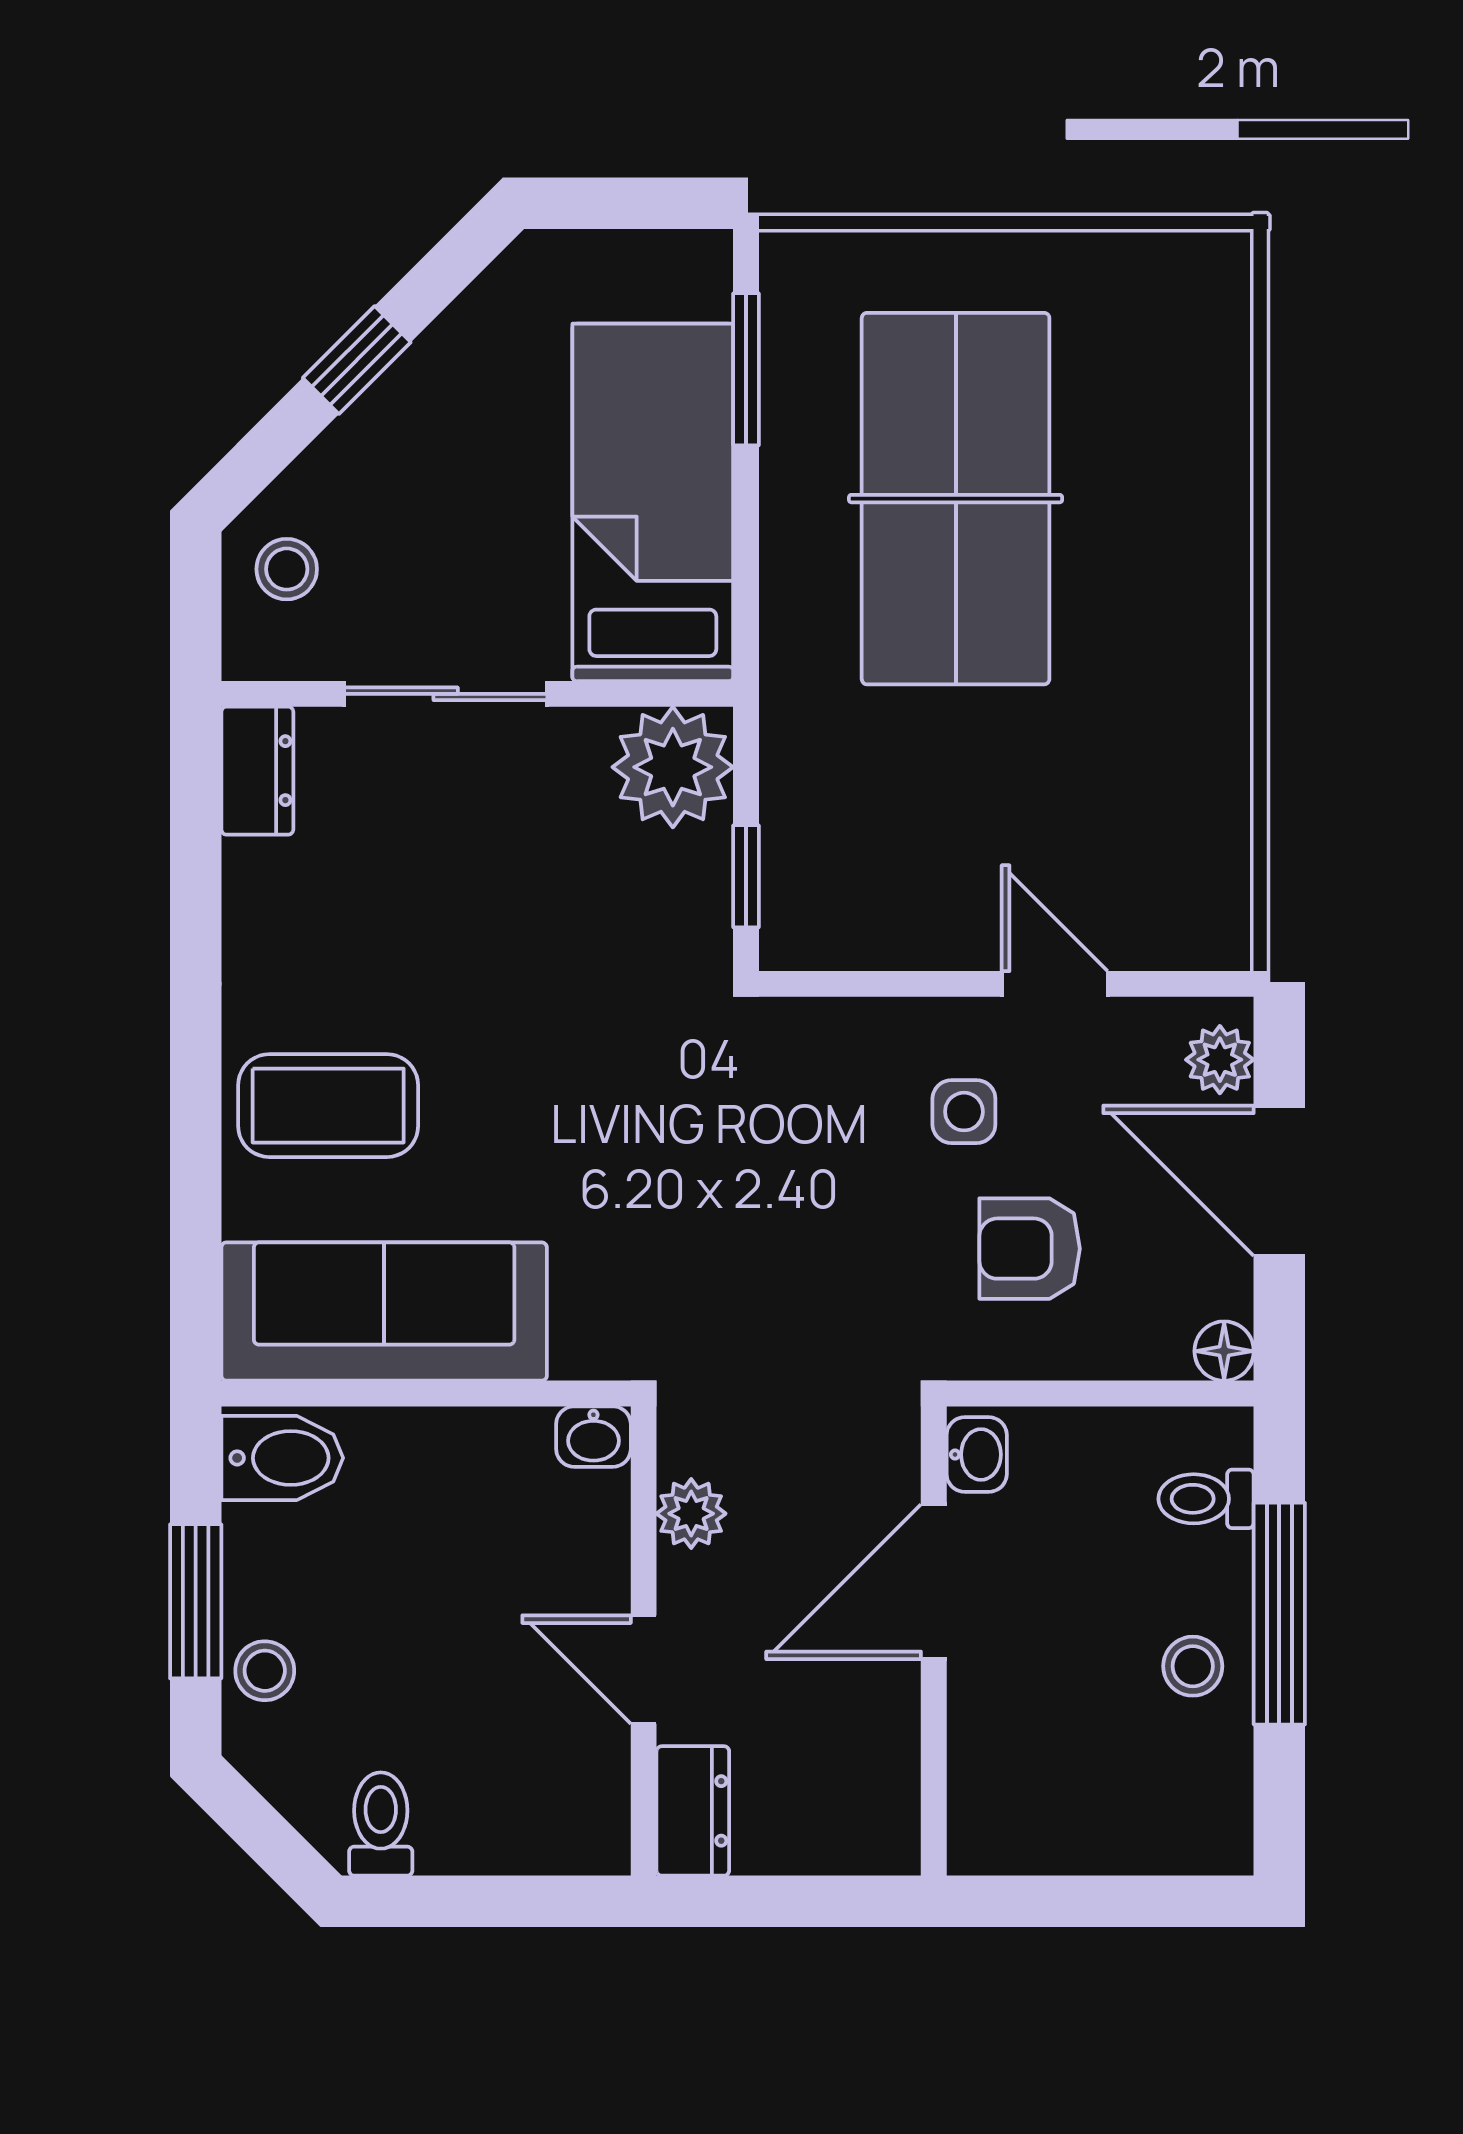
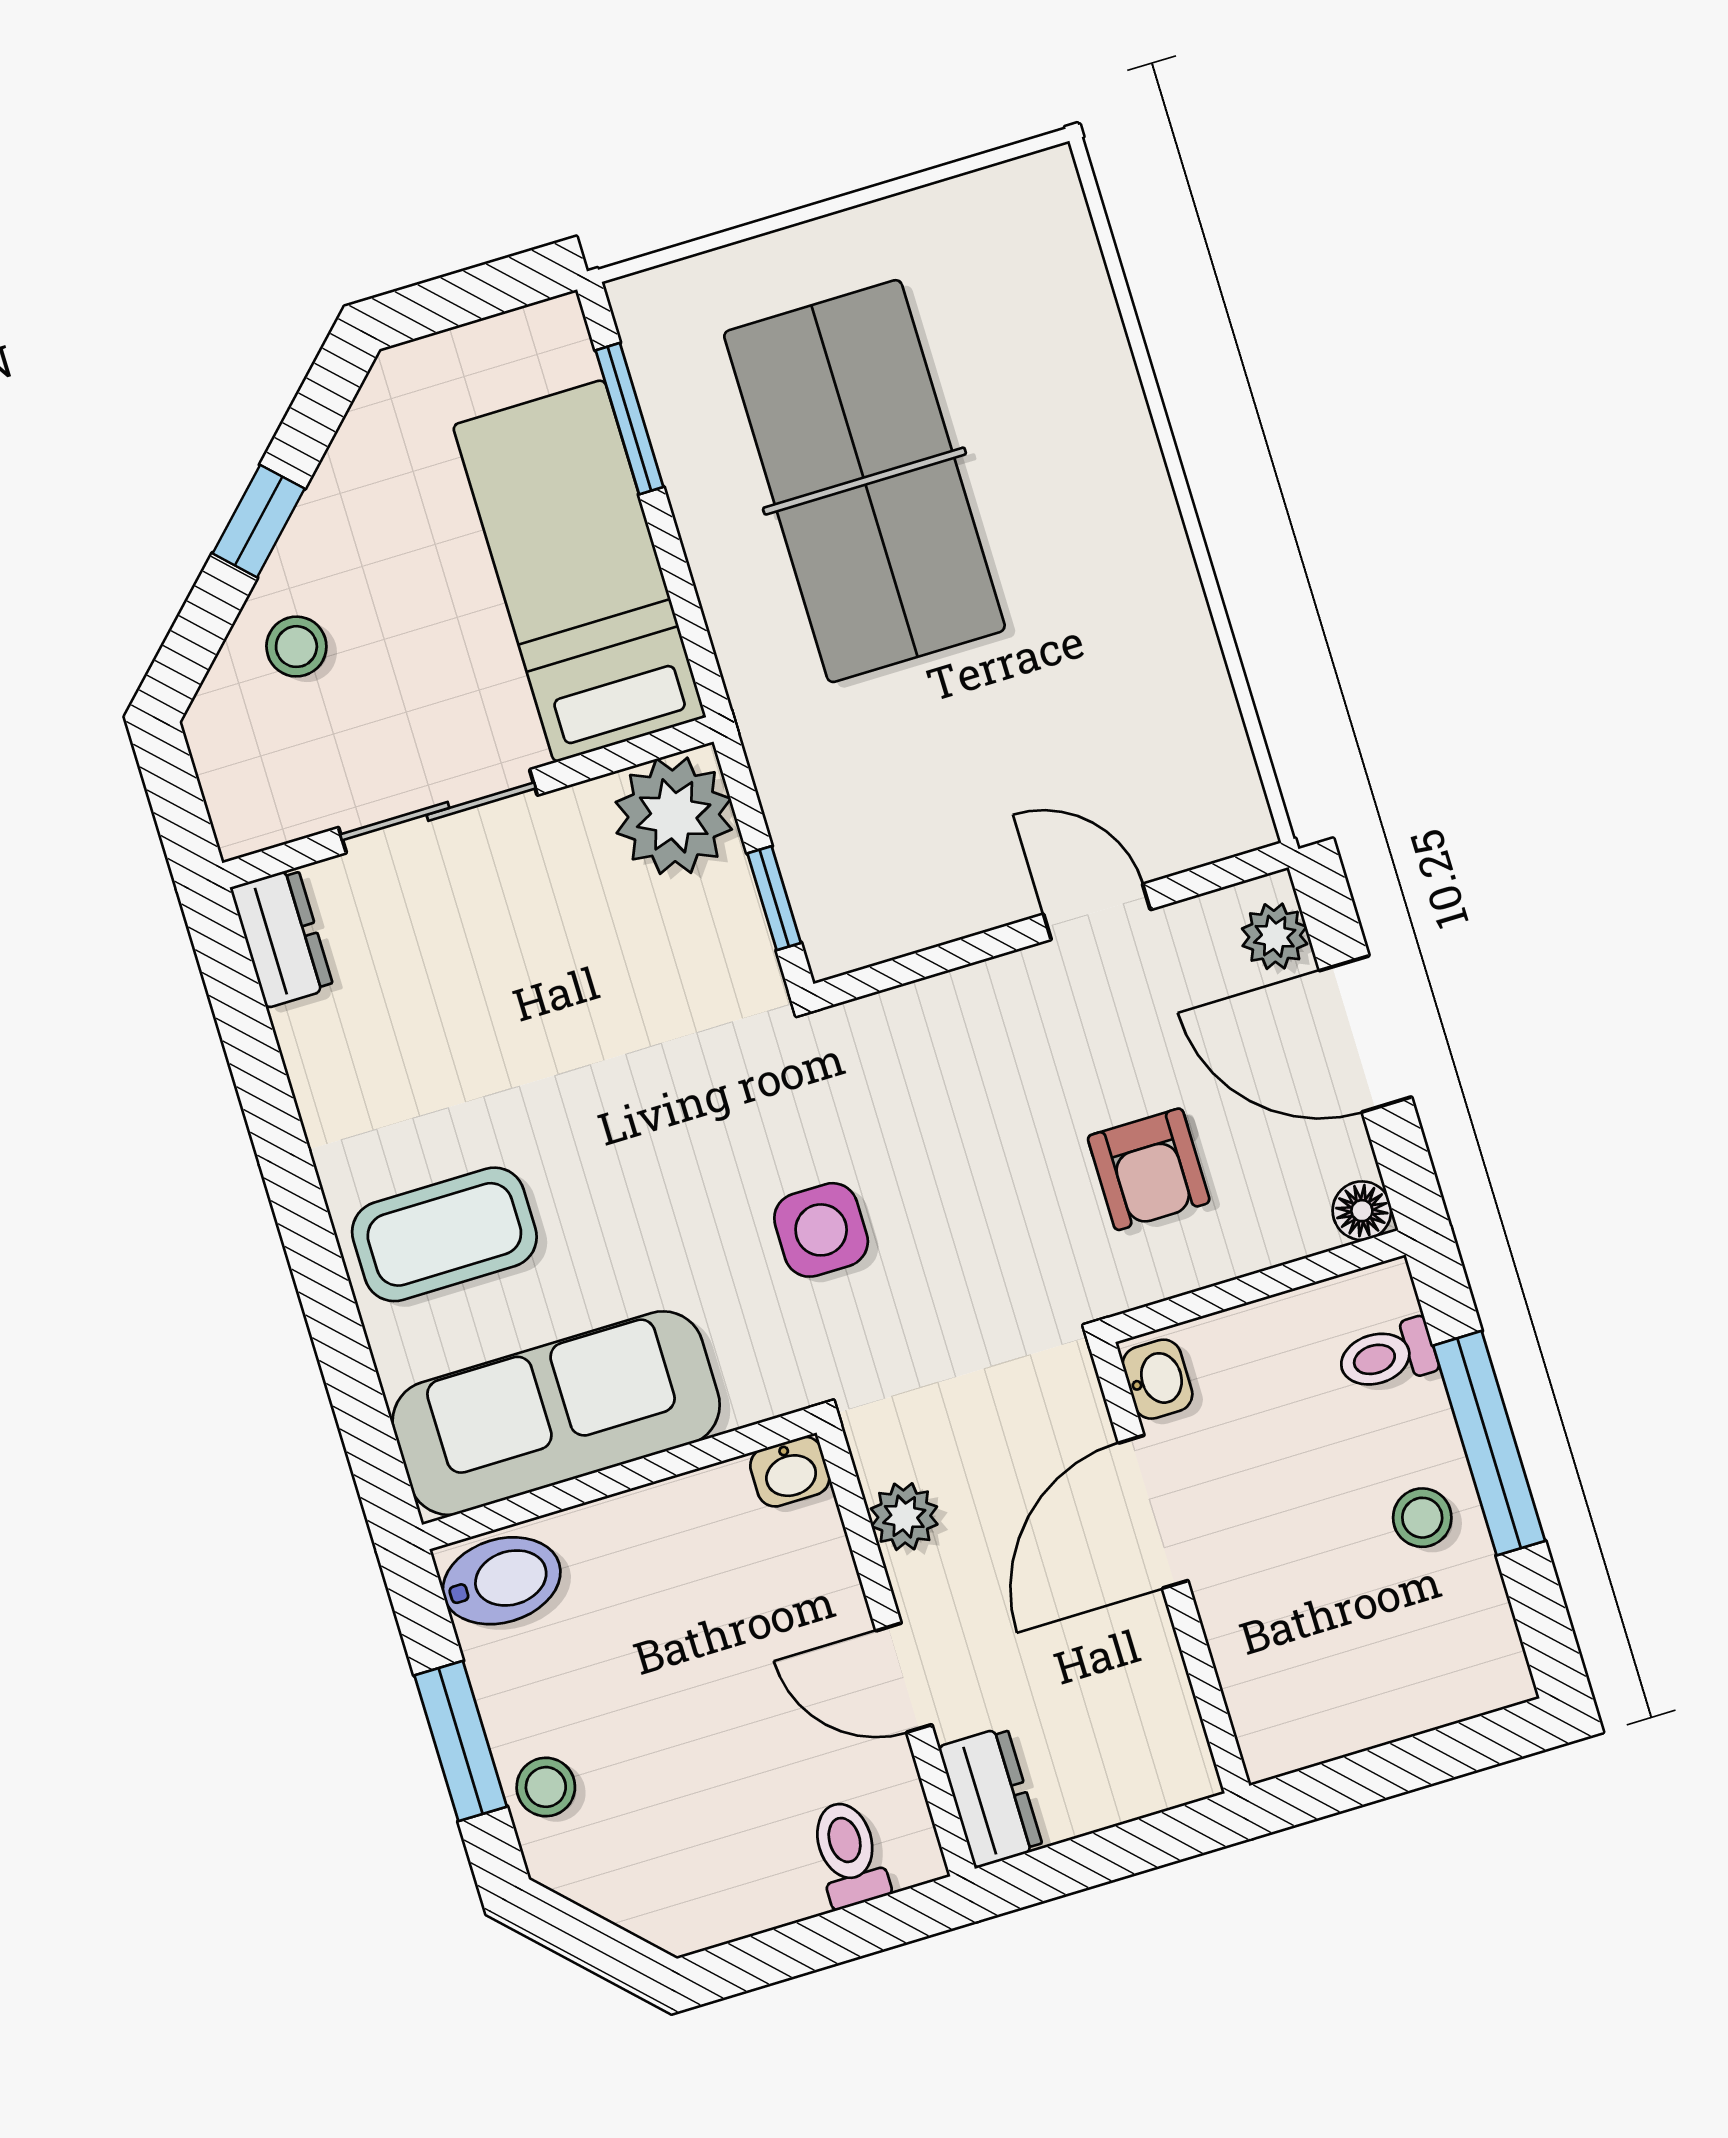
stool: (287, 569) -> (296, 647), moved
side table: (964, 1112) -> (821, 1230), moved, width x1.37, depth x1.37
armchair: (1030, 1249) -> (1149, 1169), turned -90
toilet: (381, 1824) -> (849, 1854), moved

